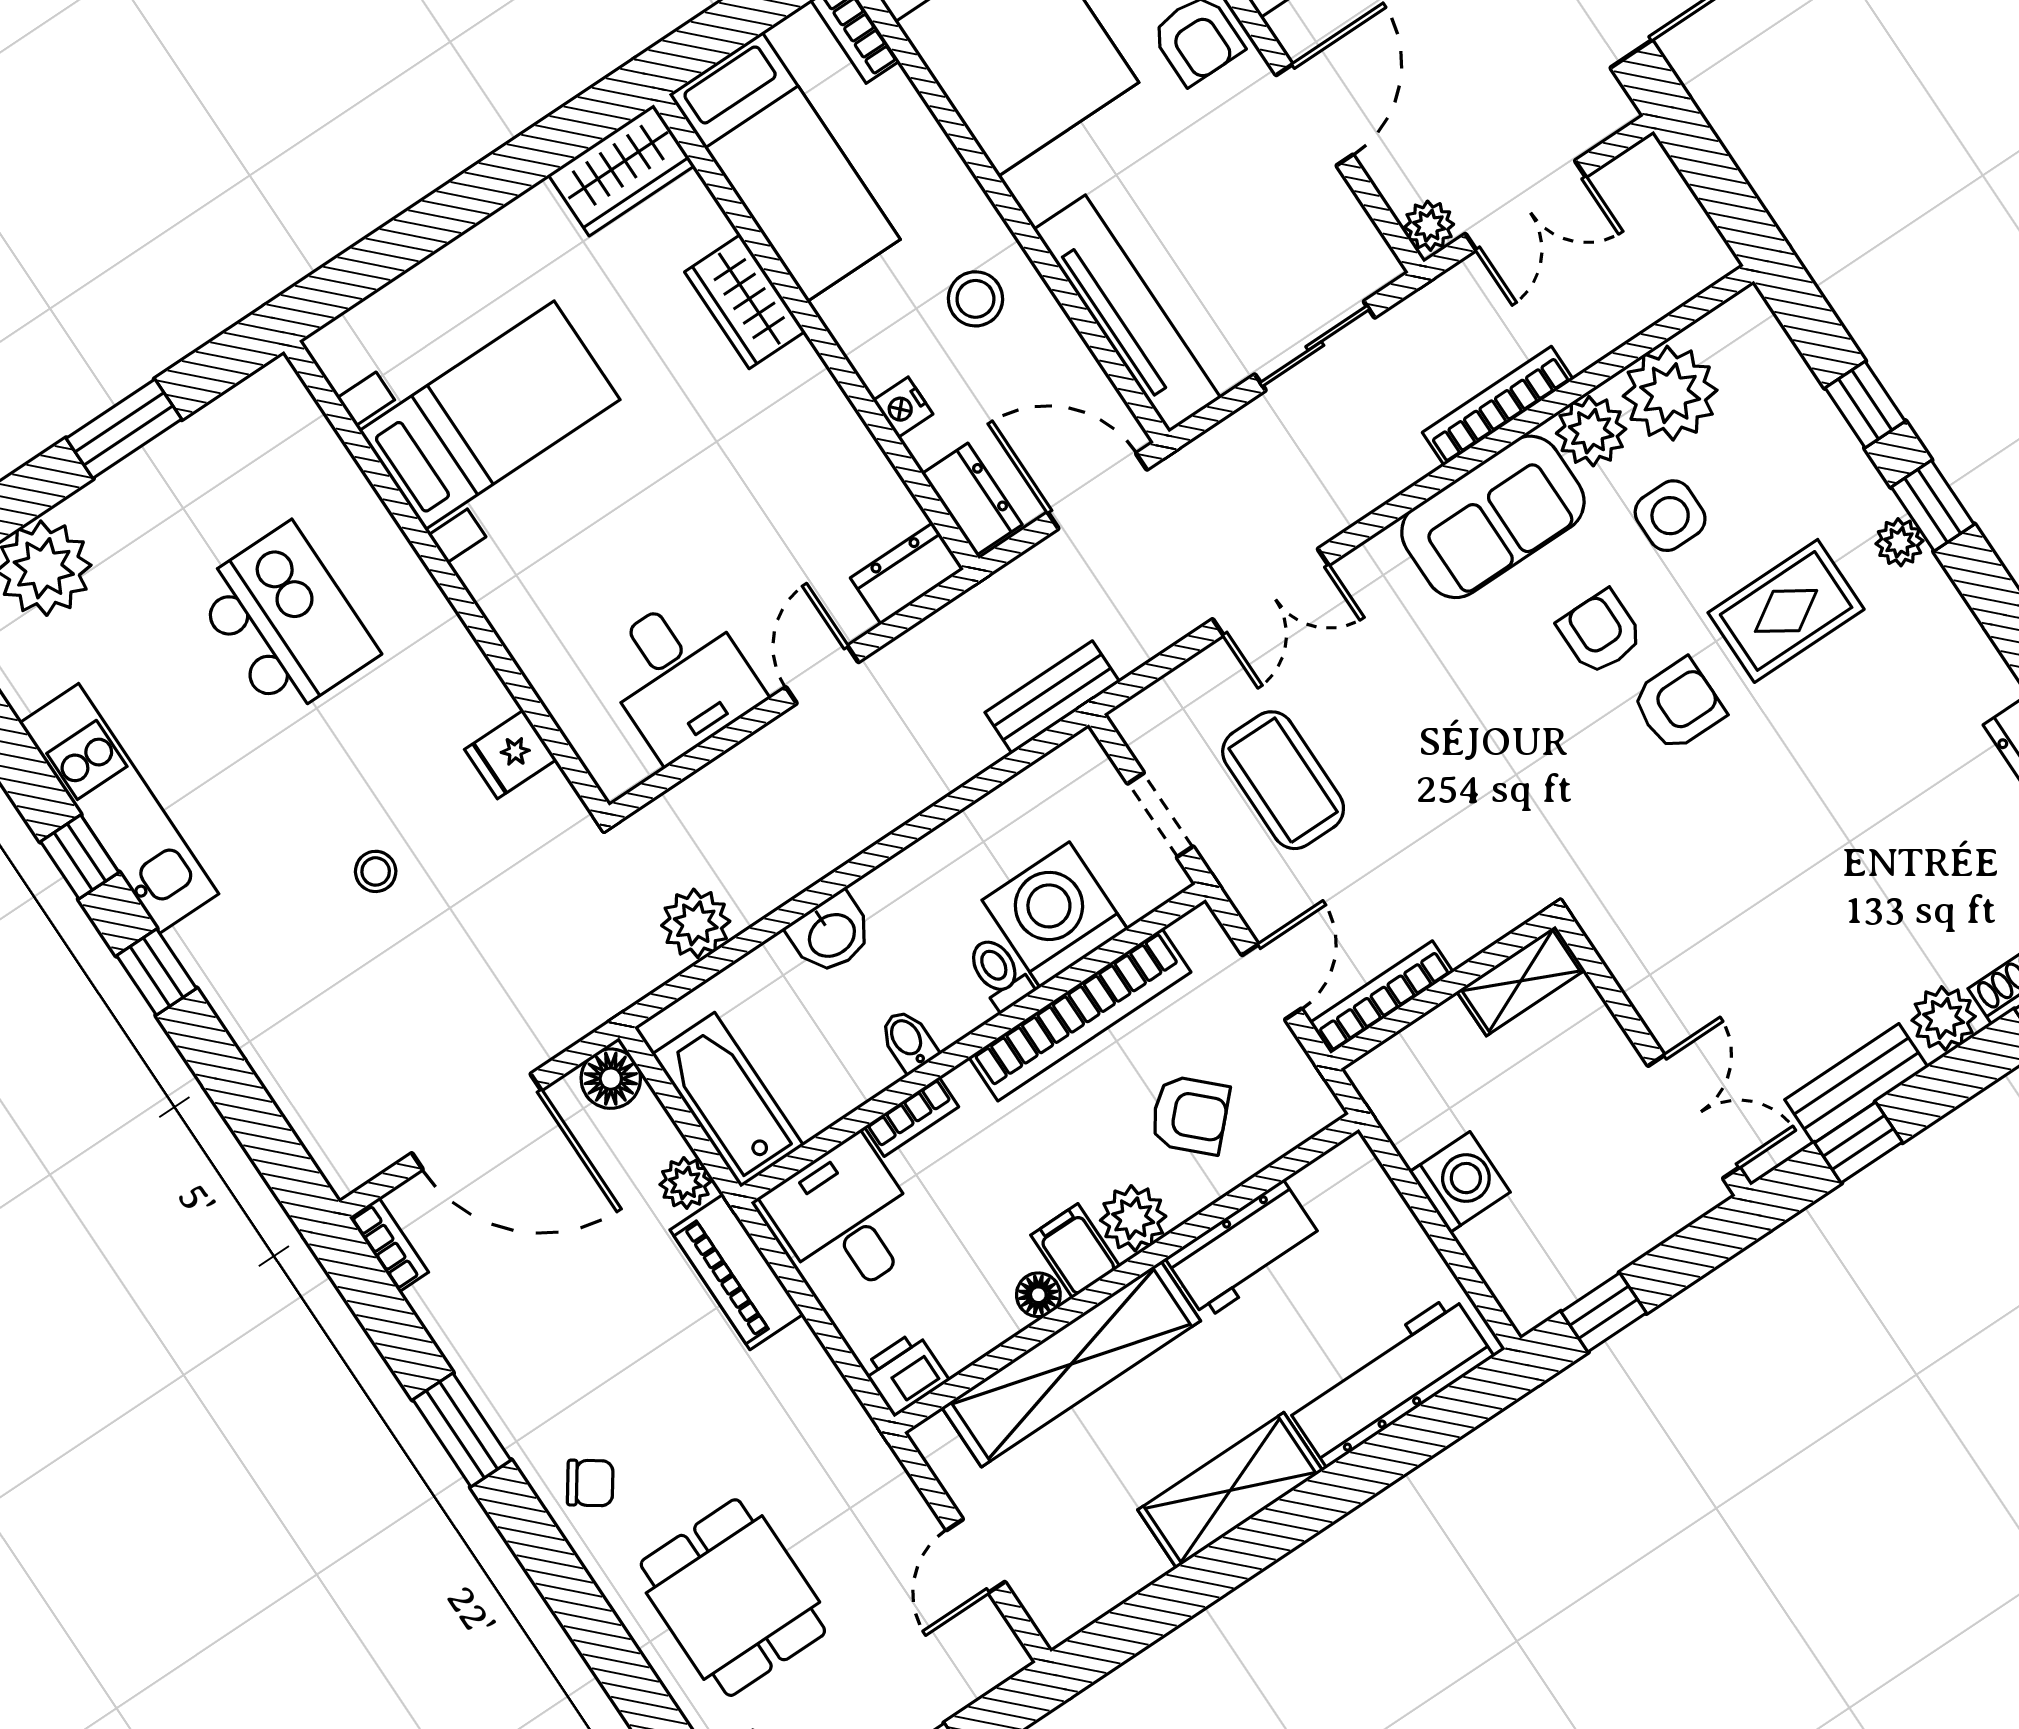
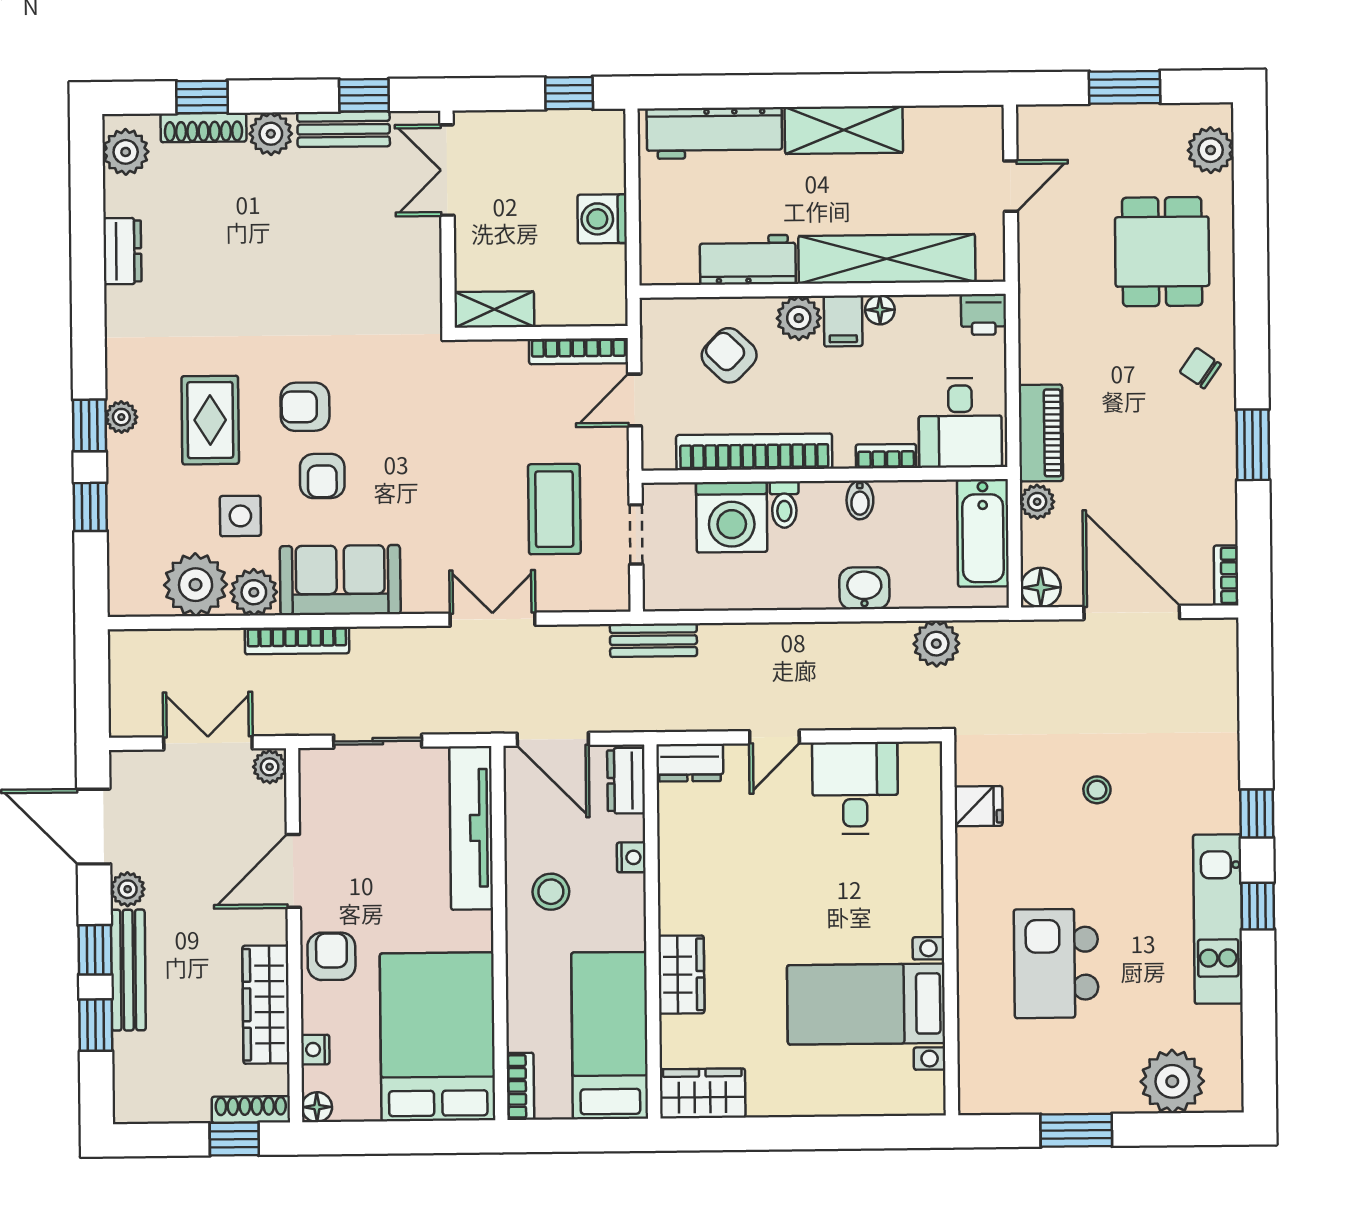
rug: (1786, 611) -> (210, 420), turned 90

